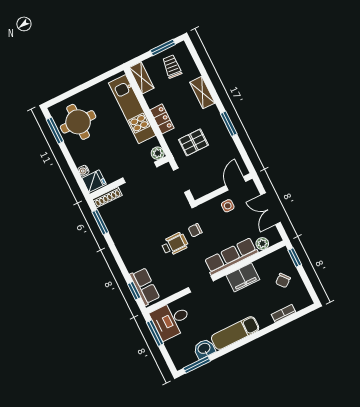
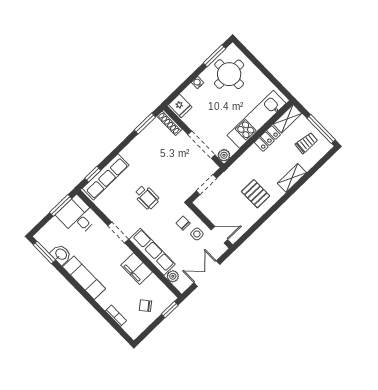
window: (163, 47) -> (321, 129), width x1.44
locker: (162, 119) -> (267, 138), moved
window: (229, 124) -> (271, 211), removed
pallet: (193, 142) -> (256, 194), moved
water cooler: (83, 171) -> (197, 83), moved
chair: (195, 230) -> (183, 223), moved
row of seats: (145, 286) -> (106, 177), width x1.48

